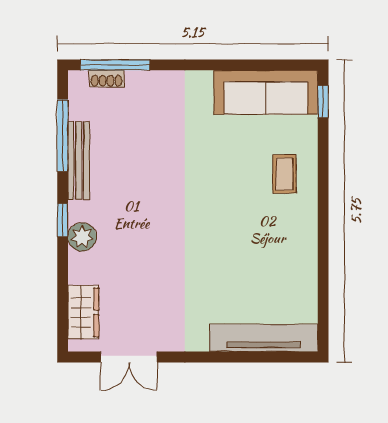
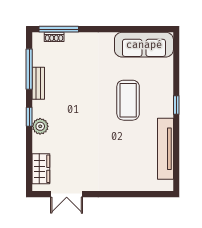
window: (323, 102) -> (176, 105), moved
bench: (79, 160) -> (38, 83), width x0.73
coffee table: (284, 174) -> (128, 100), moved, width x1.86, depth x1.72
tv unit: (264, 338) -> (165, 149), moved, turned -90

